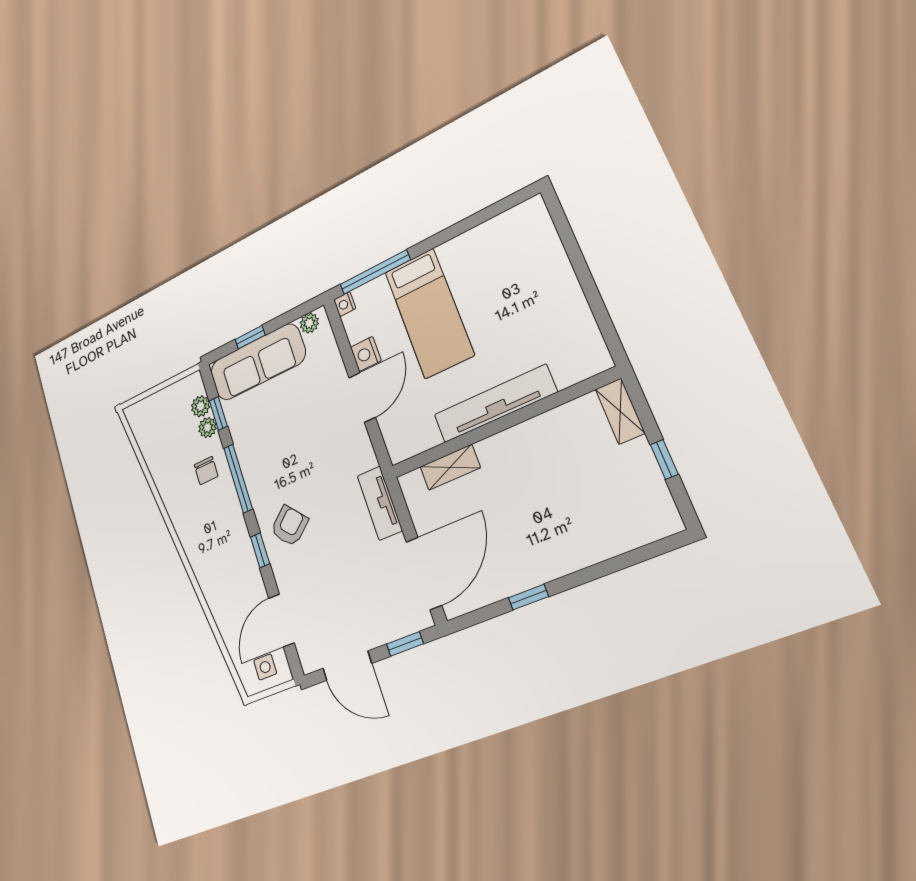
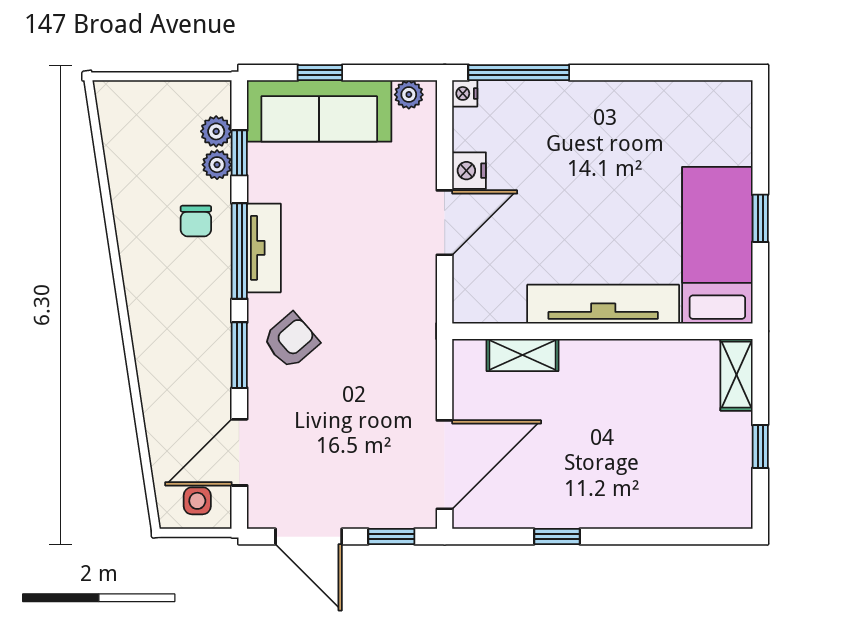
window: (588, 286) -> (760, 218), added
bed: (429, 313) -> (717, 245), moved, turned 180
tv unit: (380, 503) -> (264, 248), moved, turned 180
window: (260, 550) -> (239, 355), width x1.50

